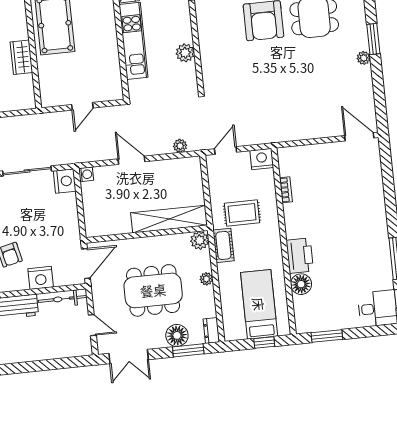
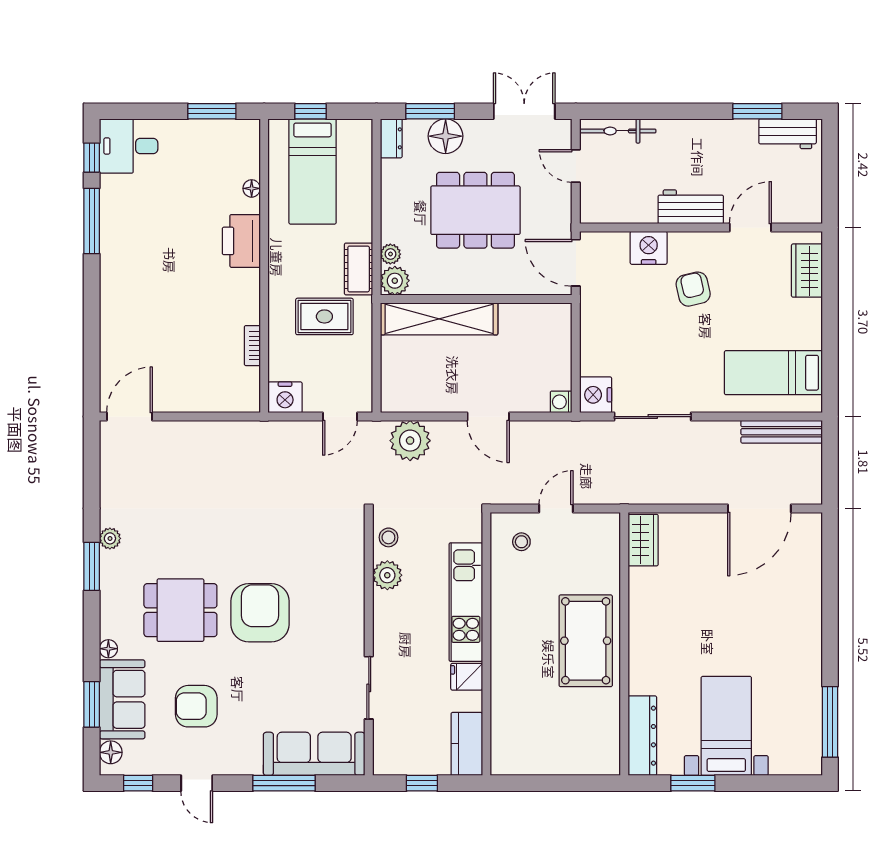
wardrobe: (21, 57) -> (643, 540), moved
stool: (187, 77) -> (388, 537), added
stool: (102, 83) -> (521, 542), added
door: (359, 137) -> (129, 417), swing flipped
plant: (180, 146) -> (410, 441), width x1.87, depth x1.87
door: (86, 264) -> (576, 263), hinge flipped
plant: (206, 279) -> (390, 254), moved
floor lamp: (301, 284) -> (252, 188), width x0.53, depth x0.53
bicycle: (63, 299) -> (618, 131), moved, turned 180

